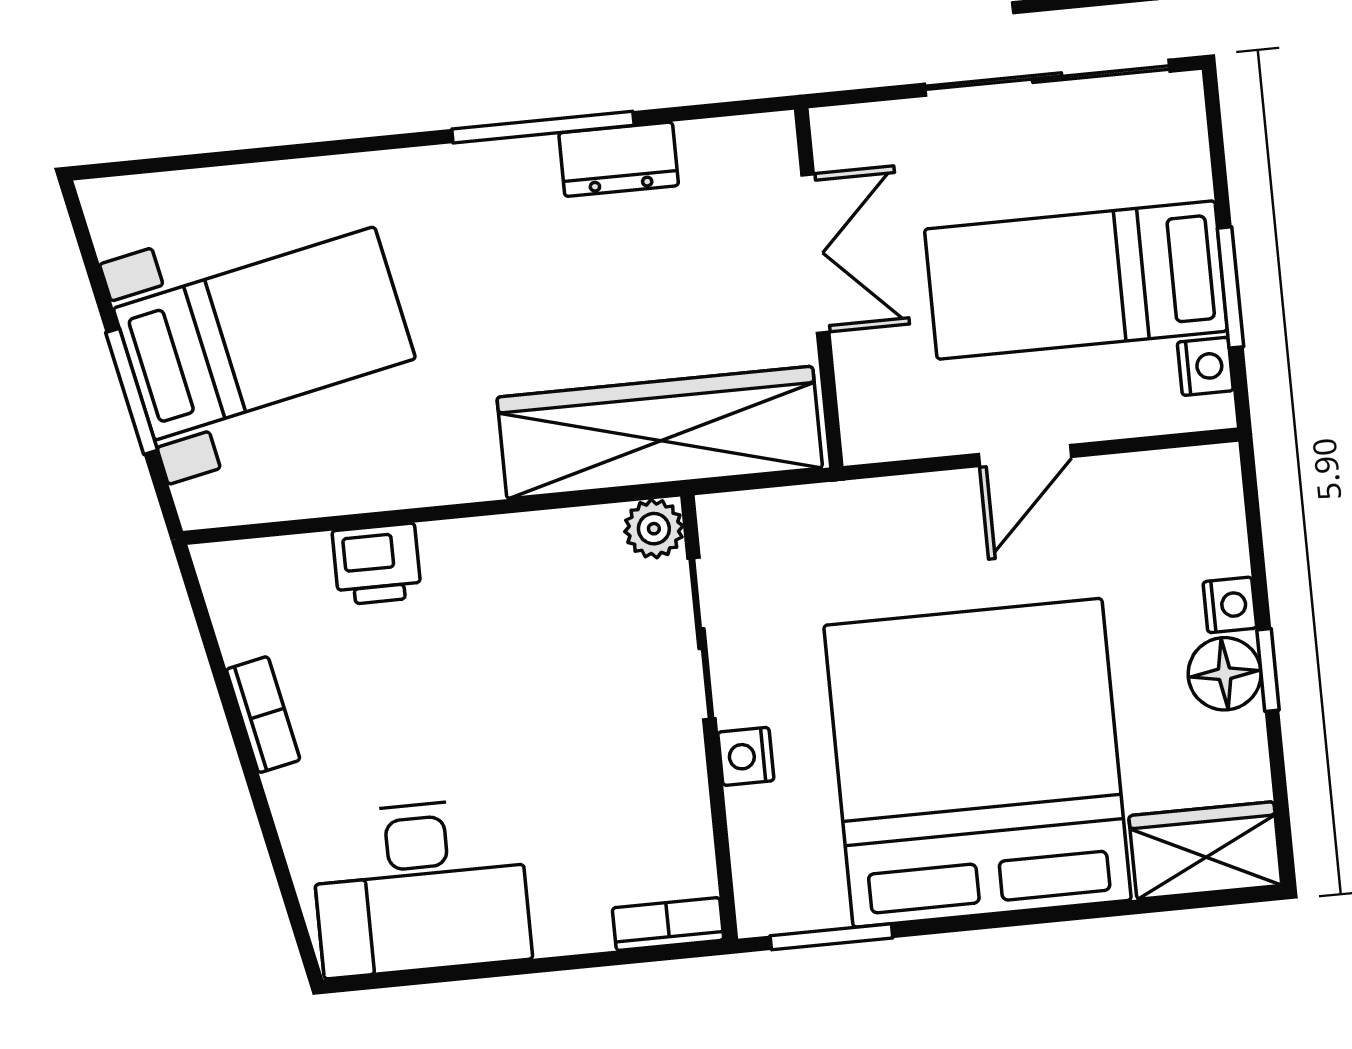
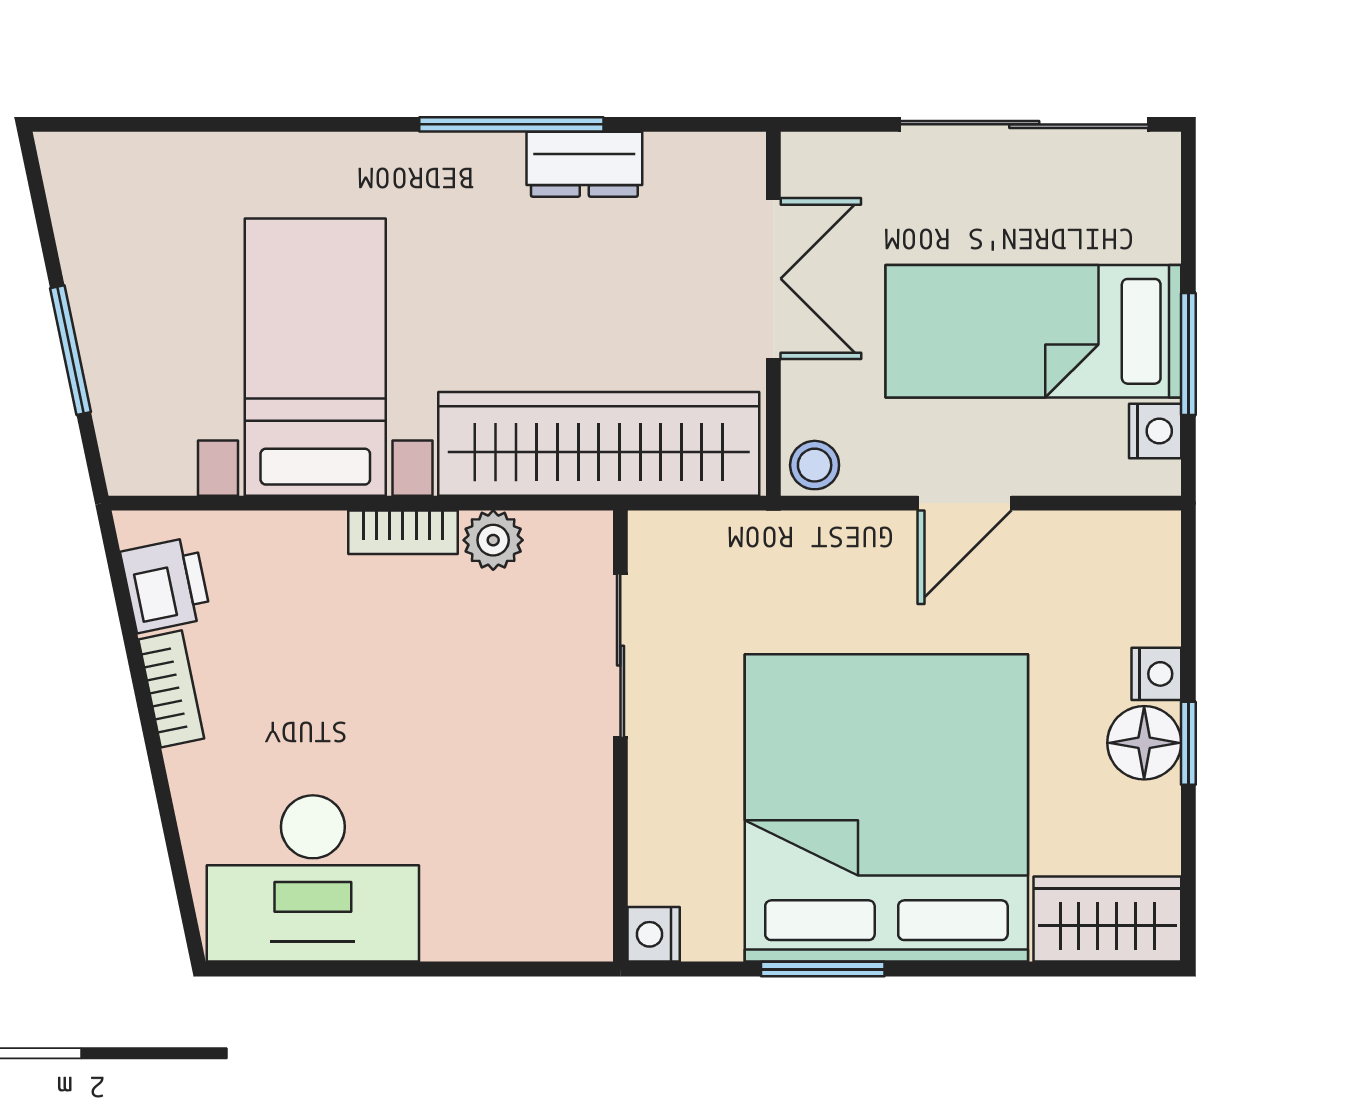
bed with nightstands: (264, 333) -> (315, 357), moved, turned -78
stool: (874, 433) -> (815, 465), added
plant: (654, 529) -> (493, 540), moved
printer: (377, 564) -> (166, 585), moved, turned -102
nightstand: (746, 756) -> (654, 934), moved
bookcase: (668, 924) -> (403, 532), moved, turned 180
window: (831, 937) -> (823, 969), moved

